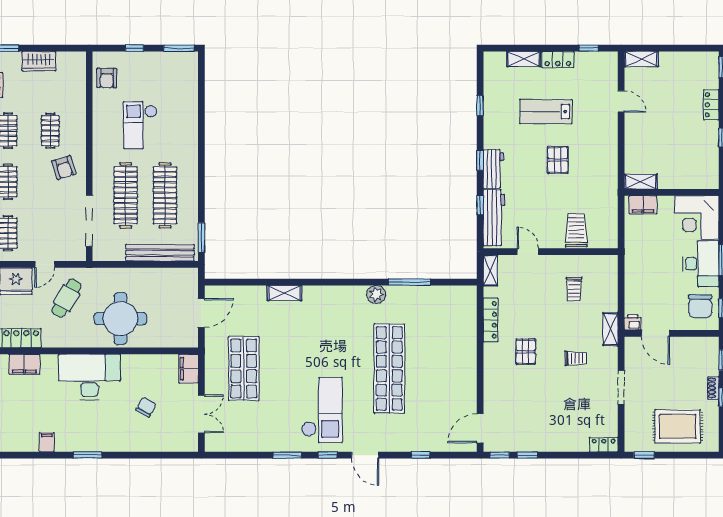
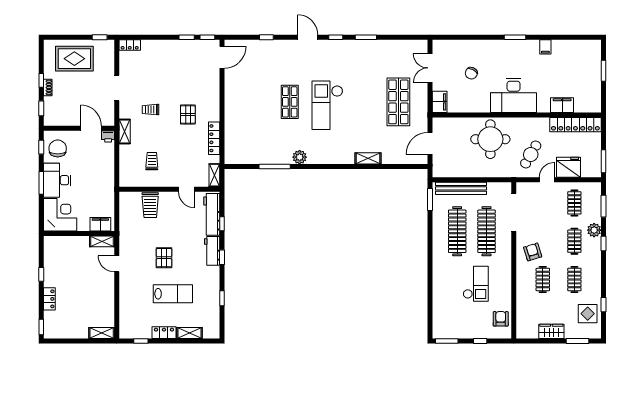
door: (621, 101) -> (117, 264), moved
shop shelf: (389, 369) -> (290, 102), width x0.50, depth x0.74
checkout: (322, 410) -> (327, 105), moved

